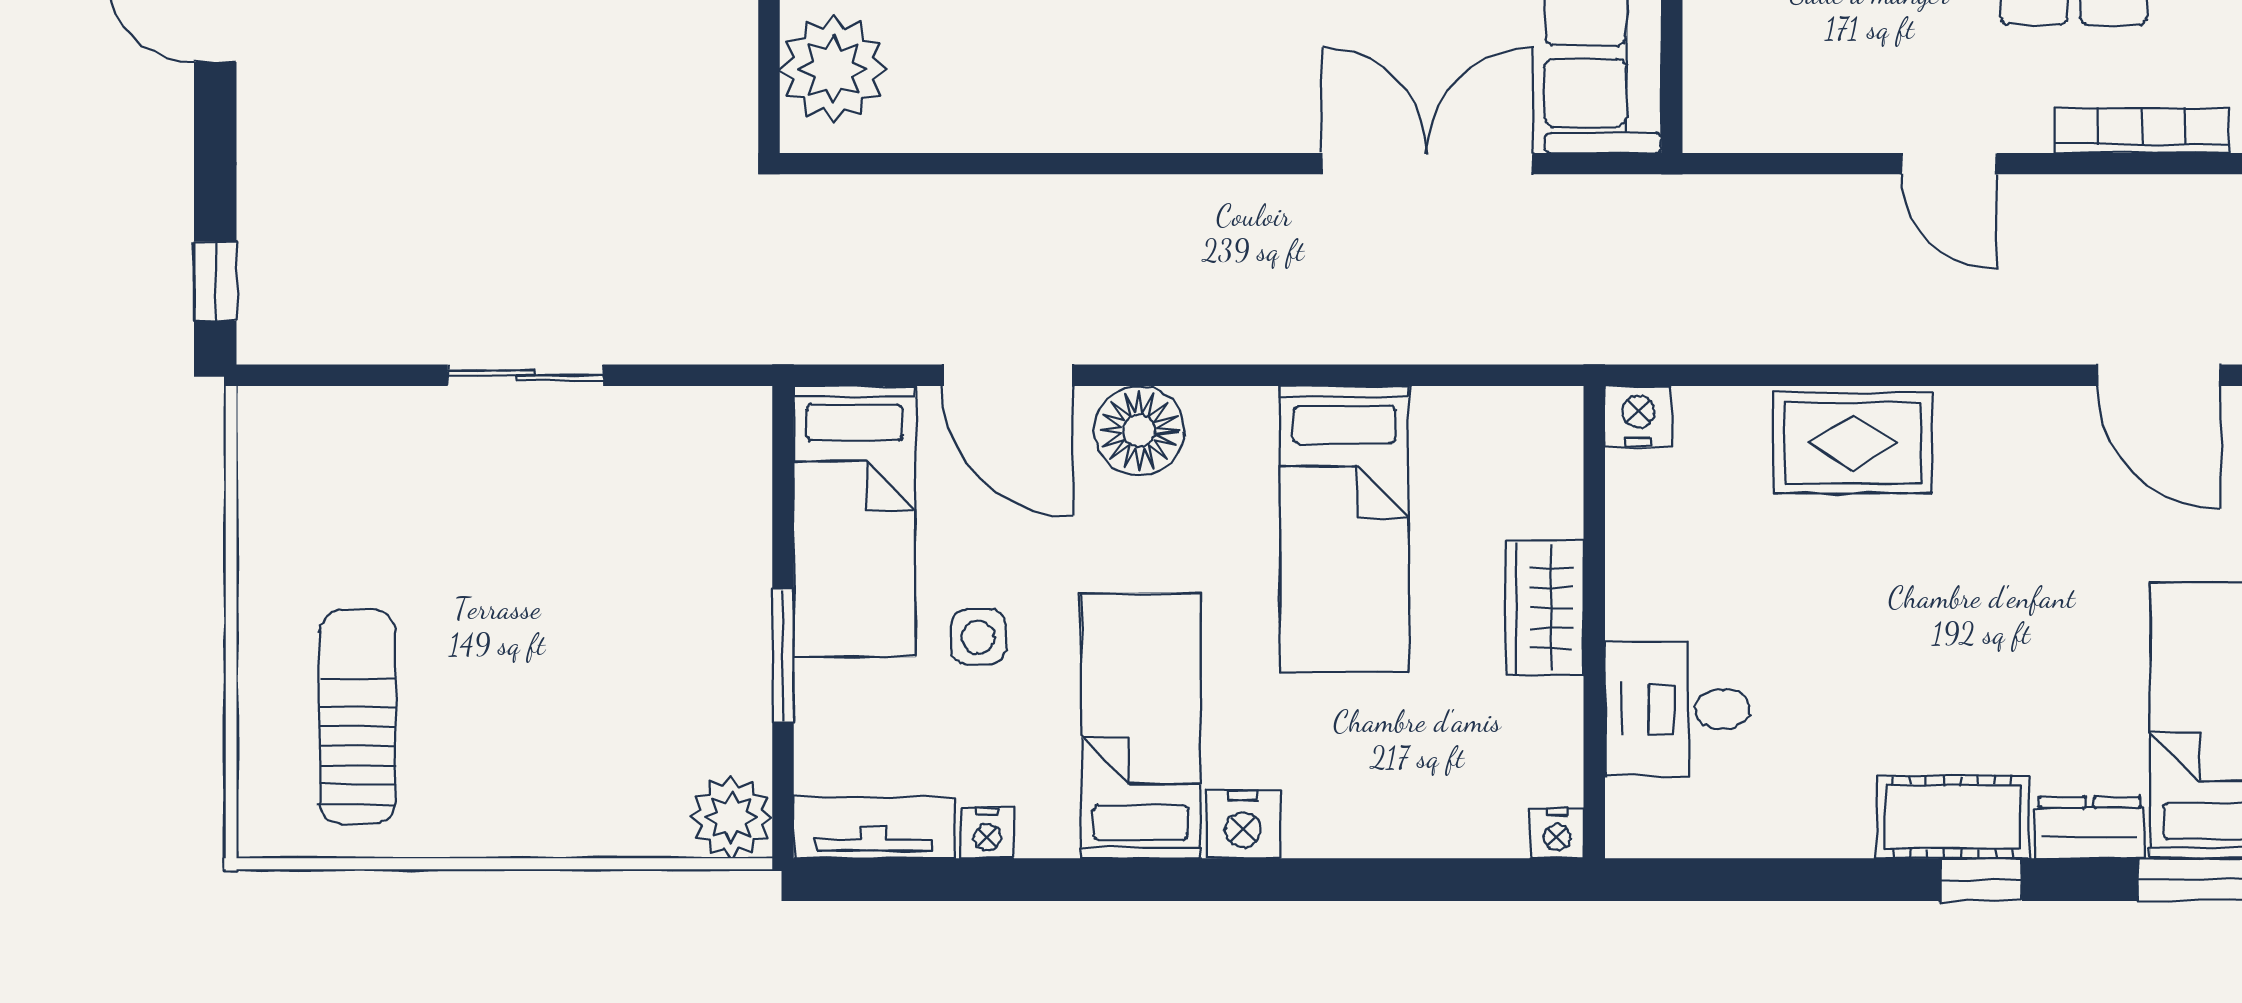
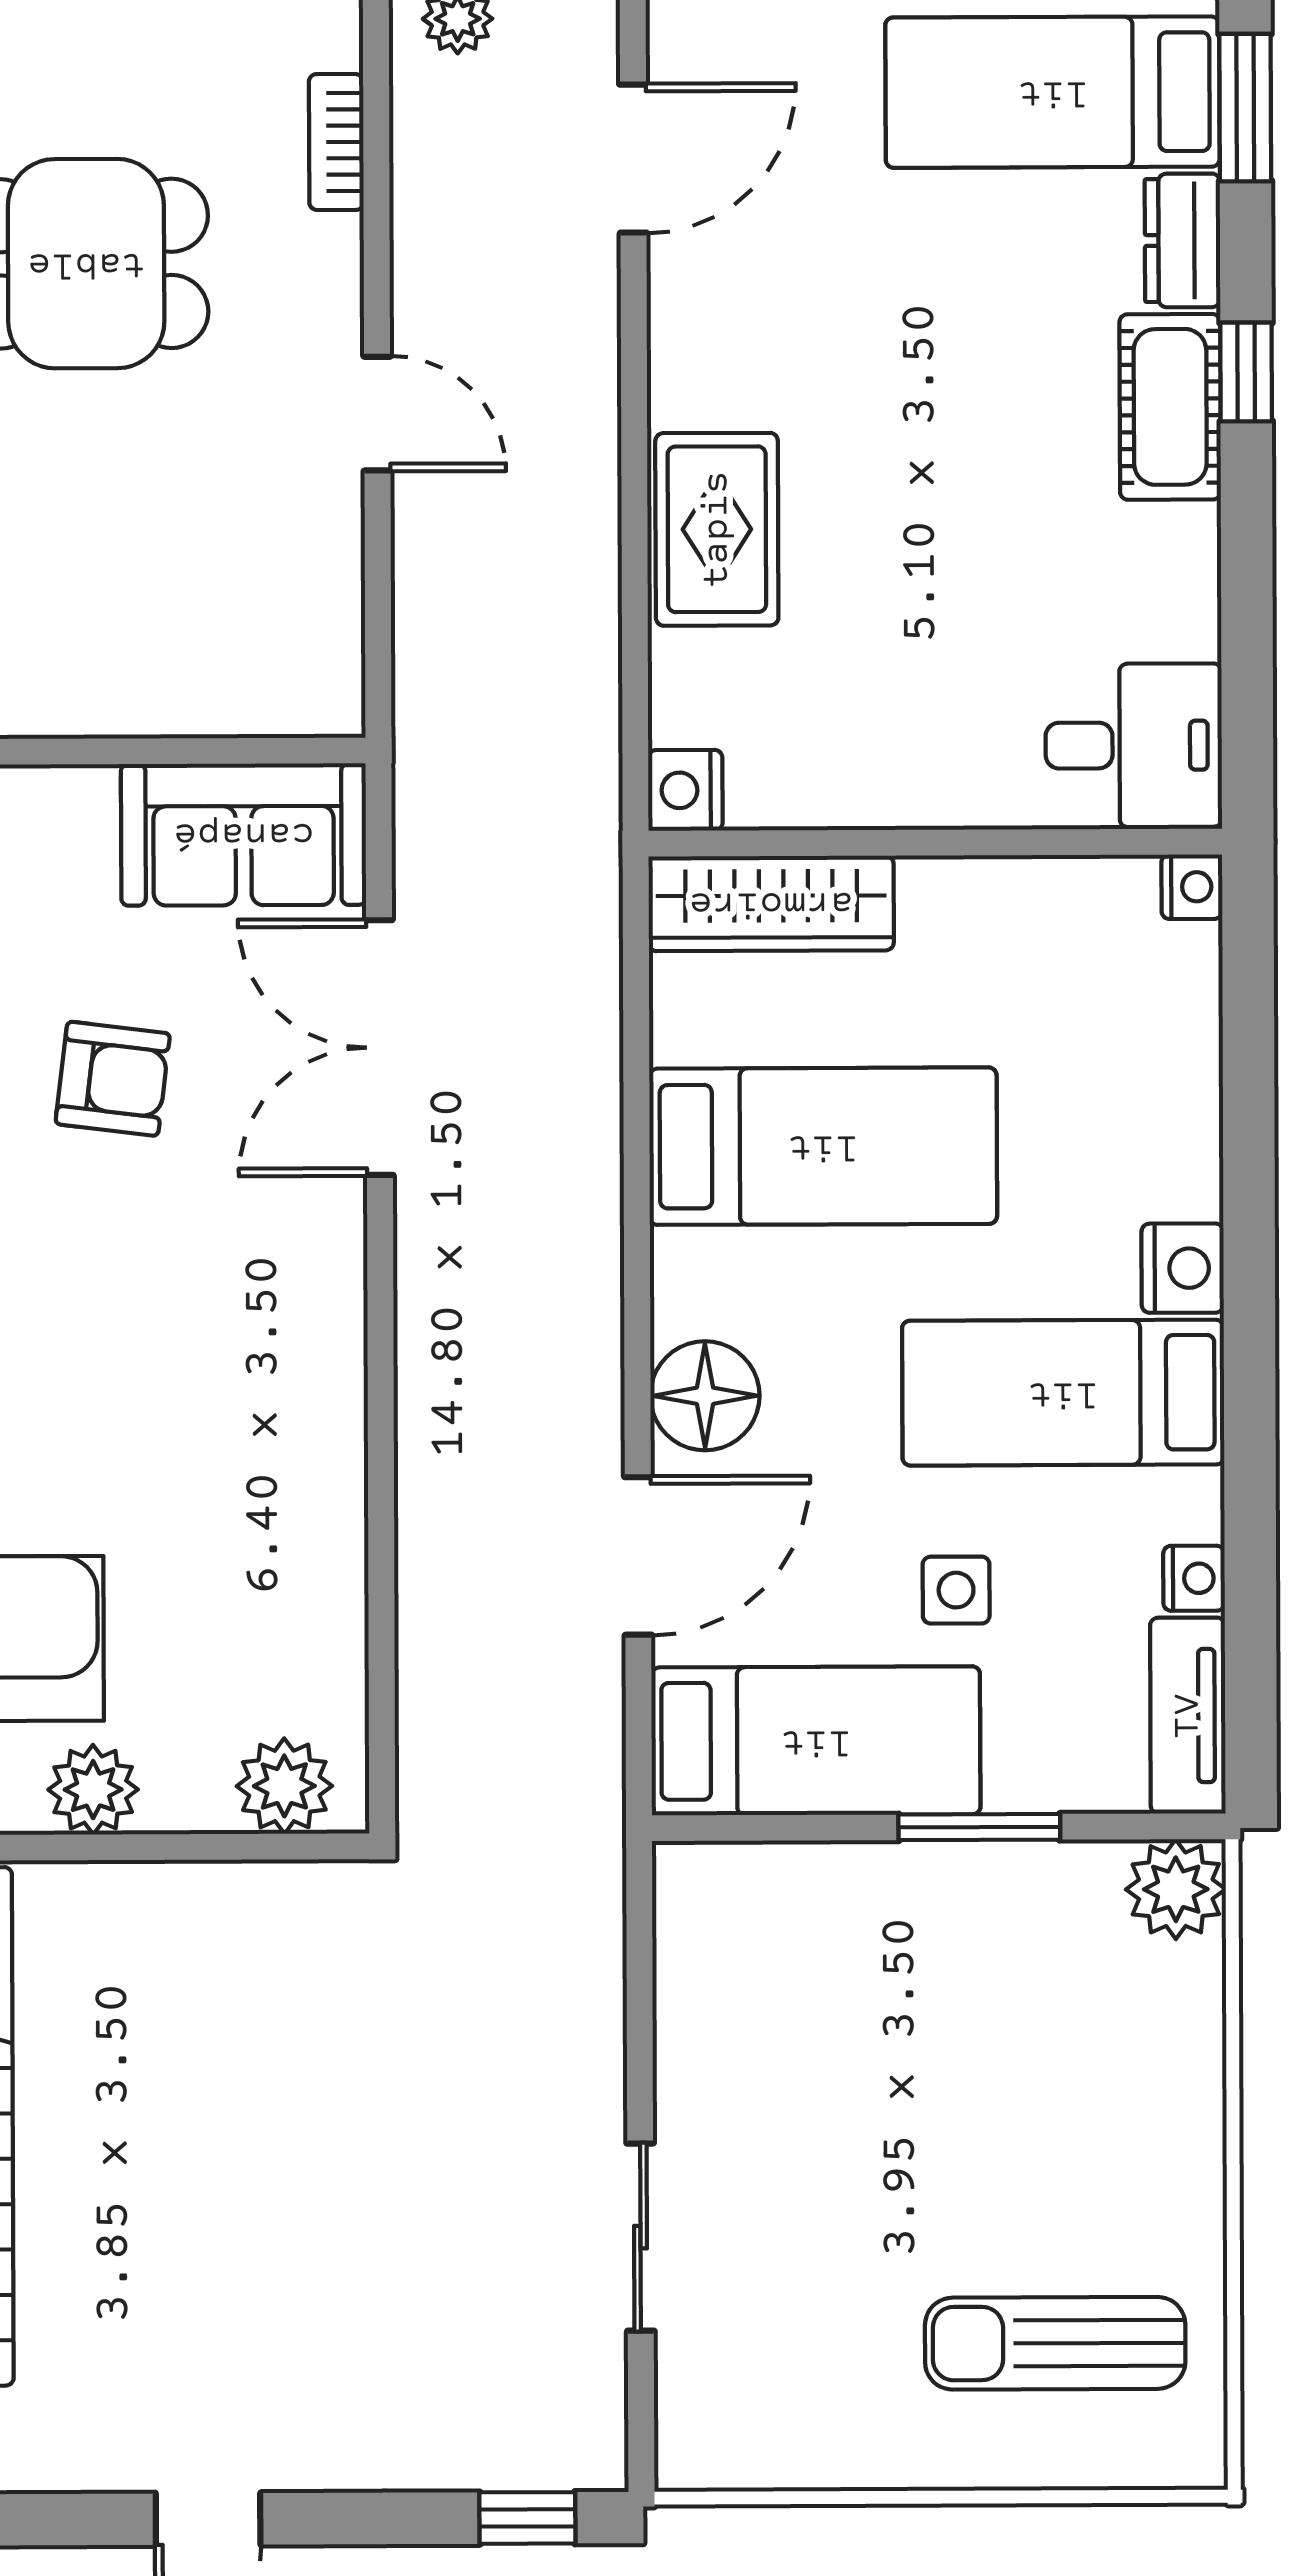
plant: (833, 69) -> (284, 1786), width x0.73, depth x0.73
bookcase: (2142, 131) -> (336, 142), width x0.64
door: (1949, 164) -> (377, 414), hinge flipped
sliding door: (525, 375) -> (640, 2237), moved
wardrobe: (1545, 608) -> (771, 903), moved, width x1.50
desk: (1677, 709) -> (1134, 745), moved, turned -90

